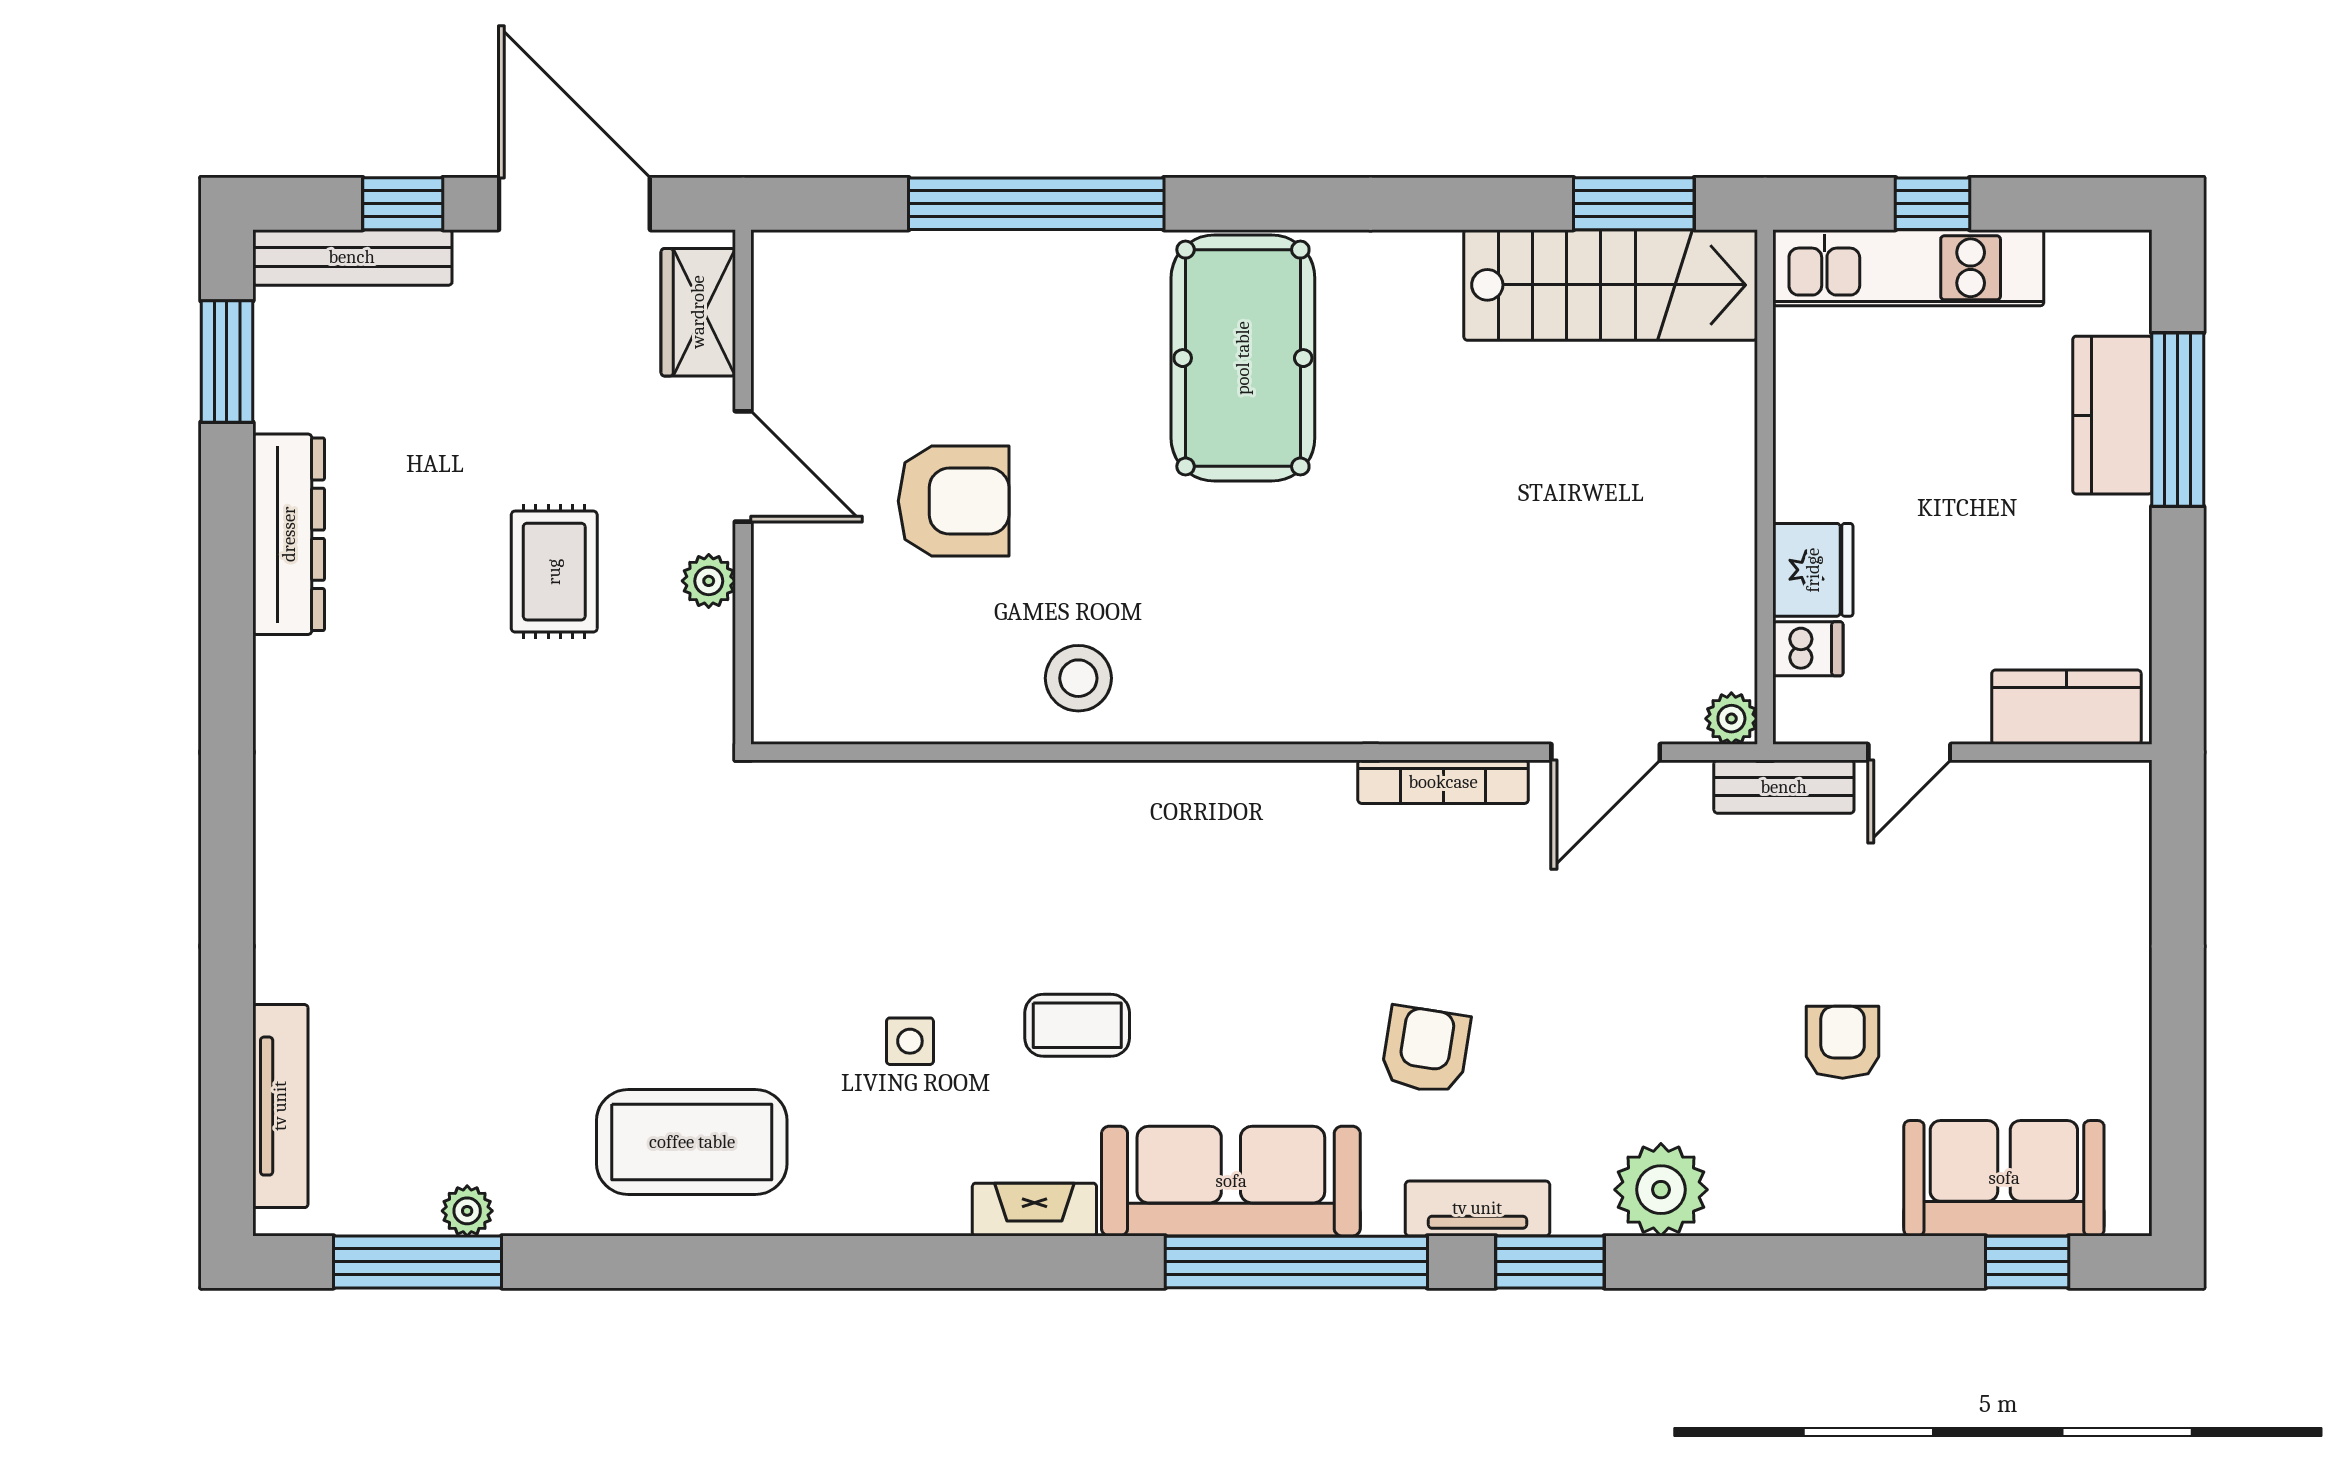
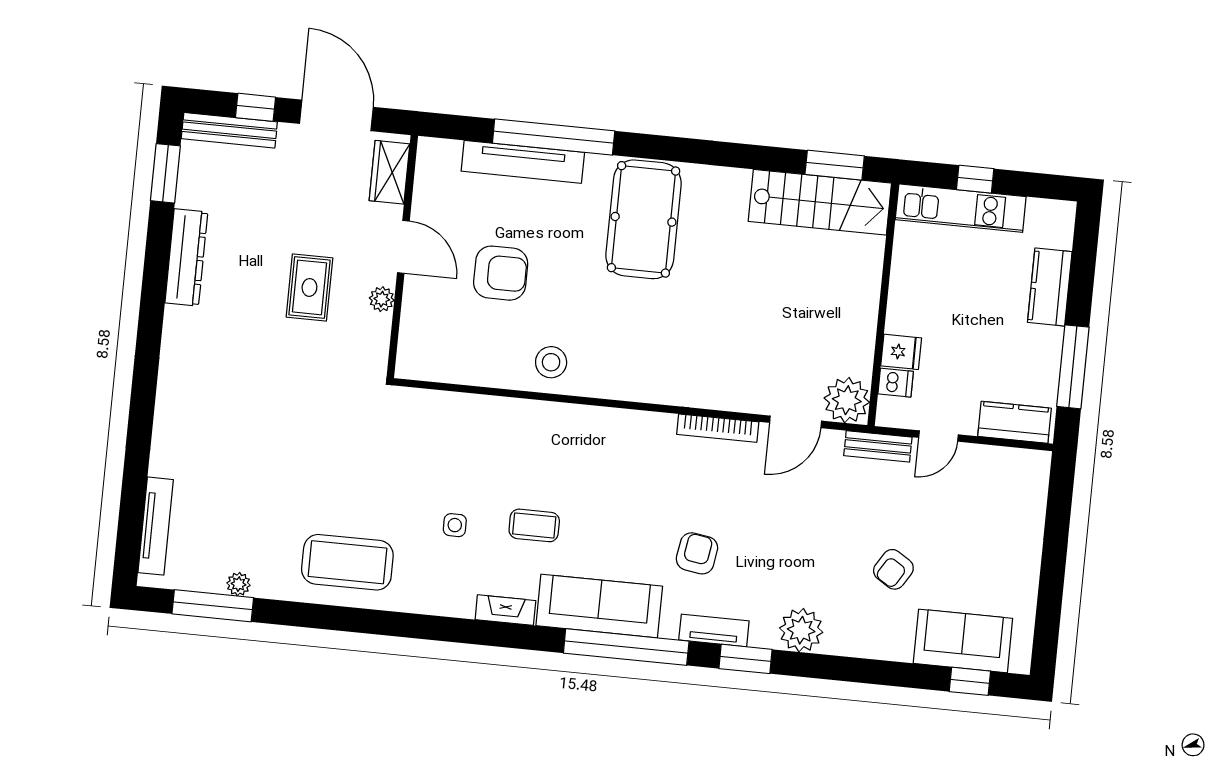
tv unit: (977, 262) -> (523, 162), added
window: (2178, 420) -> (1073, 367), moved
fridge: (1813, 570) -> (901, 352), width x0.72
plant: (1731, 719) -> (847, 400), width x1.87, depth x1.87
armchair: (1843, 1042) -> (893, 569), turned -148

